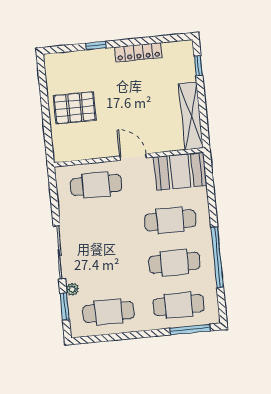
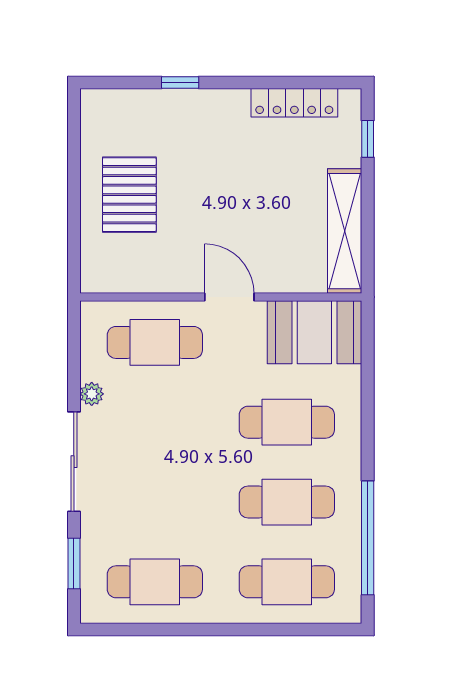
locker: (138, 52) -> (294, 103), moved
pallet: (75, 108) -> (129, 195), turned 90
window: (217, 257) -> (368, 538), moved
plant: (72, 289) -> (92, 394), moved
window: (190, 330) -> (304, 630), removed

